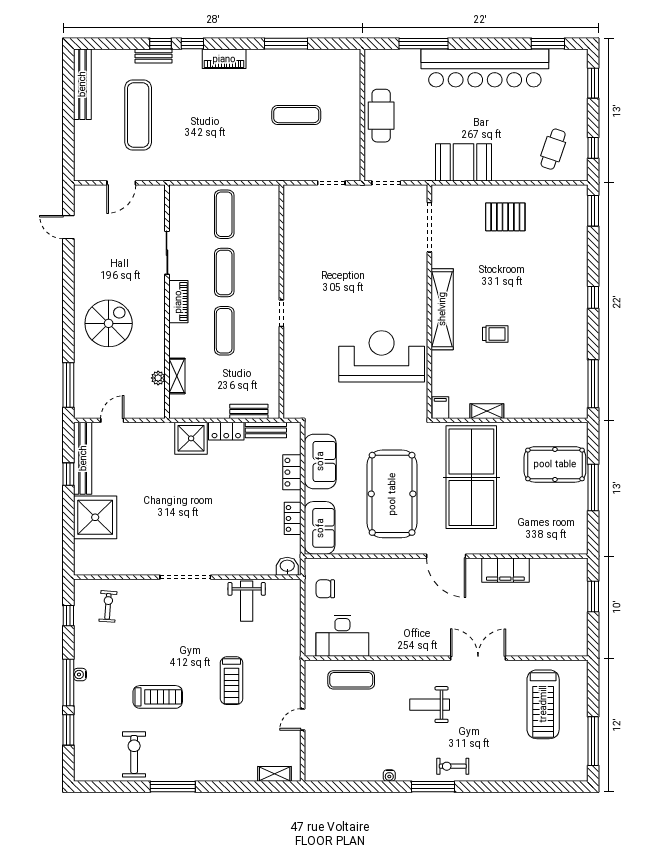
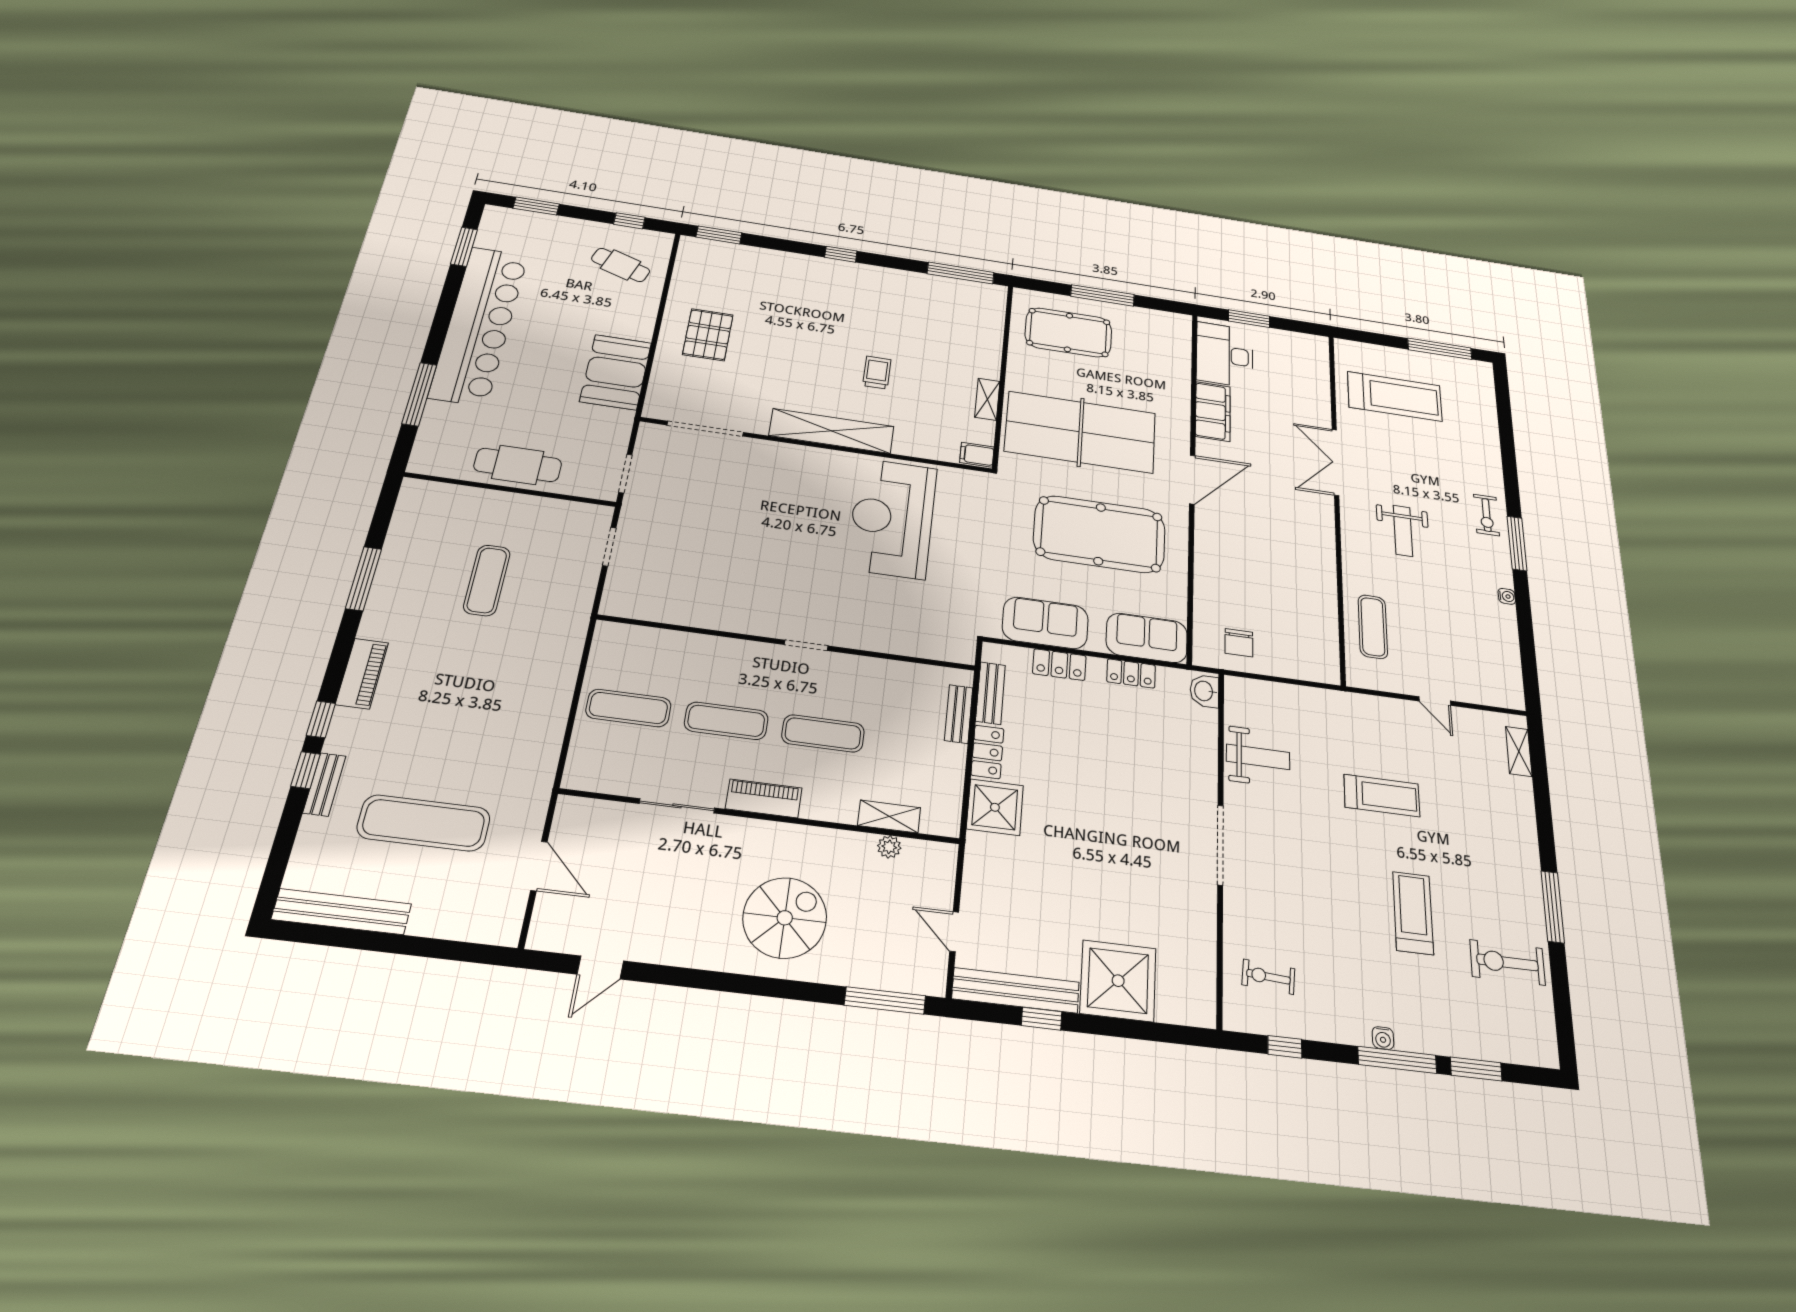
spiral stairs: (109, 323) -> (785, 918), turned 90
pool table: (555, 464) -> (1068, 332), turned 90
desk: (342, 636) -> (1225, 355), moved, turned 180

